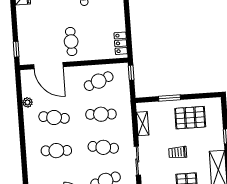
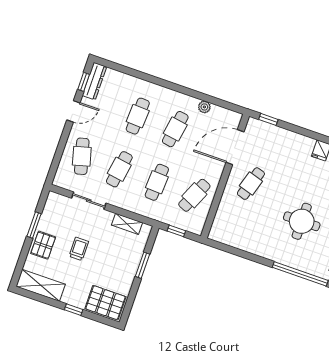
cafe table: (71, 42) -> (251, 184), turned -72
locker: (121, 43) -> (226, 237), removed
window: (131, 73) -> (176, 231), moved
cafe table: (99, 81) -> (194, 195), turned 45
pallet: (190, 118) -> (105, 303), moved, turned 90

